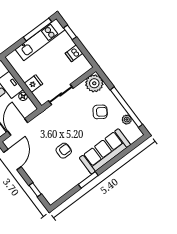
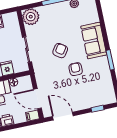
armchair: (100, 112) -> (60, 51), moved
sofa: (105, 151) -> (94, 40), width x0.73

